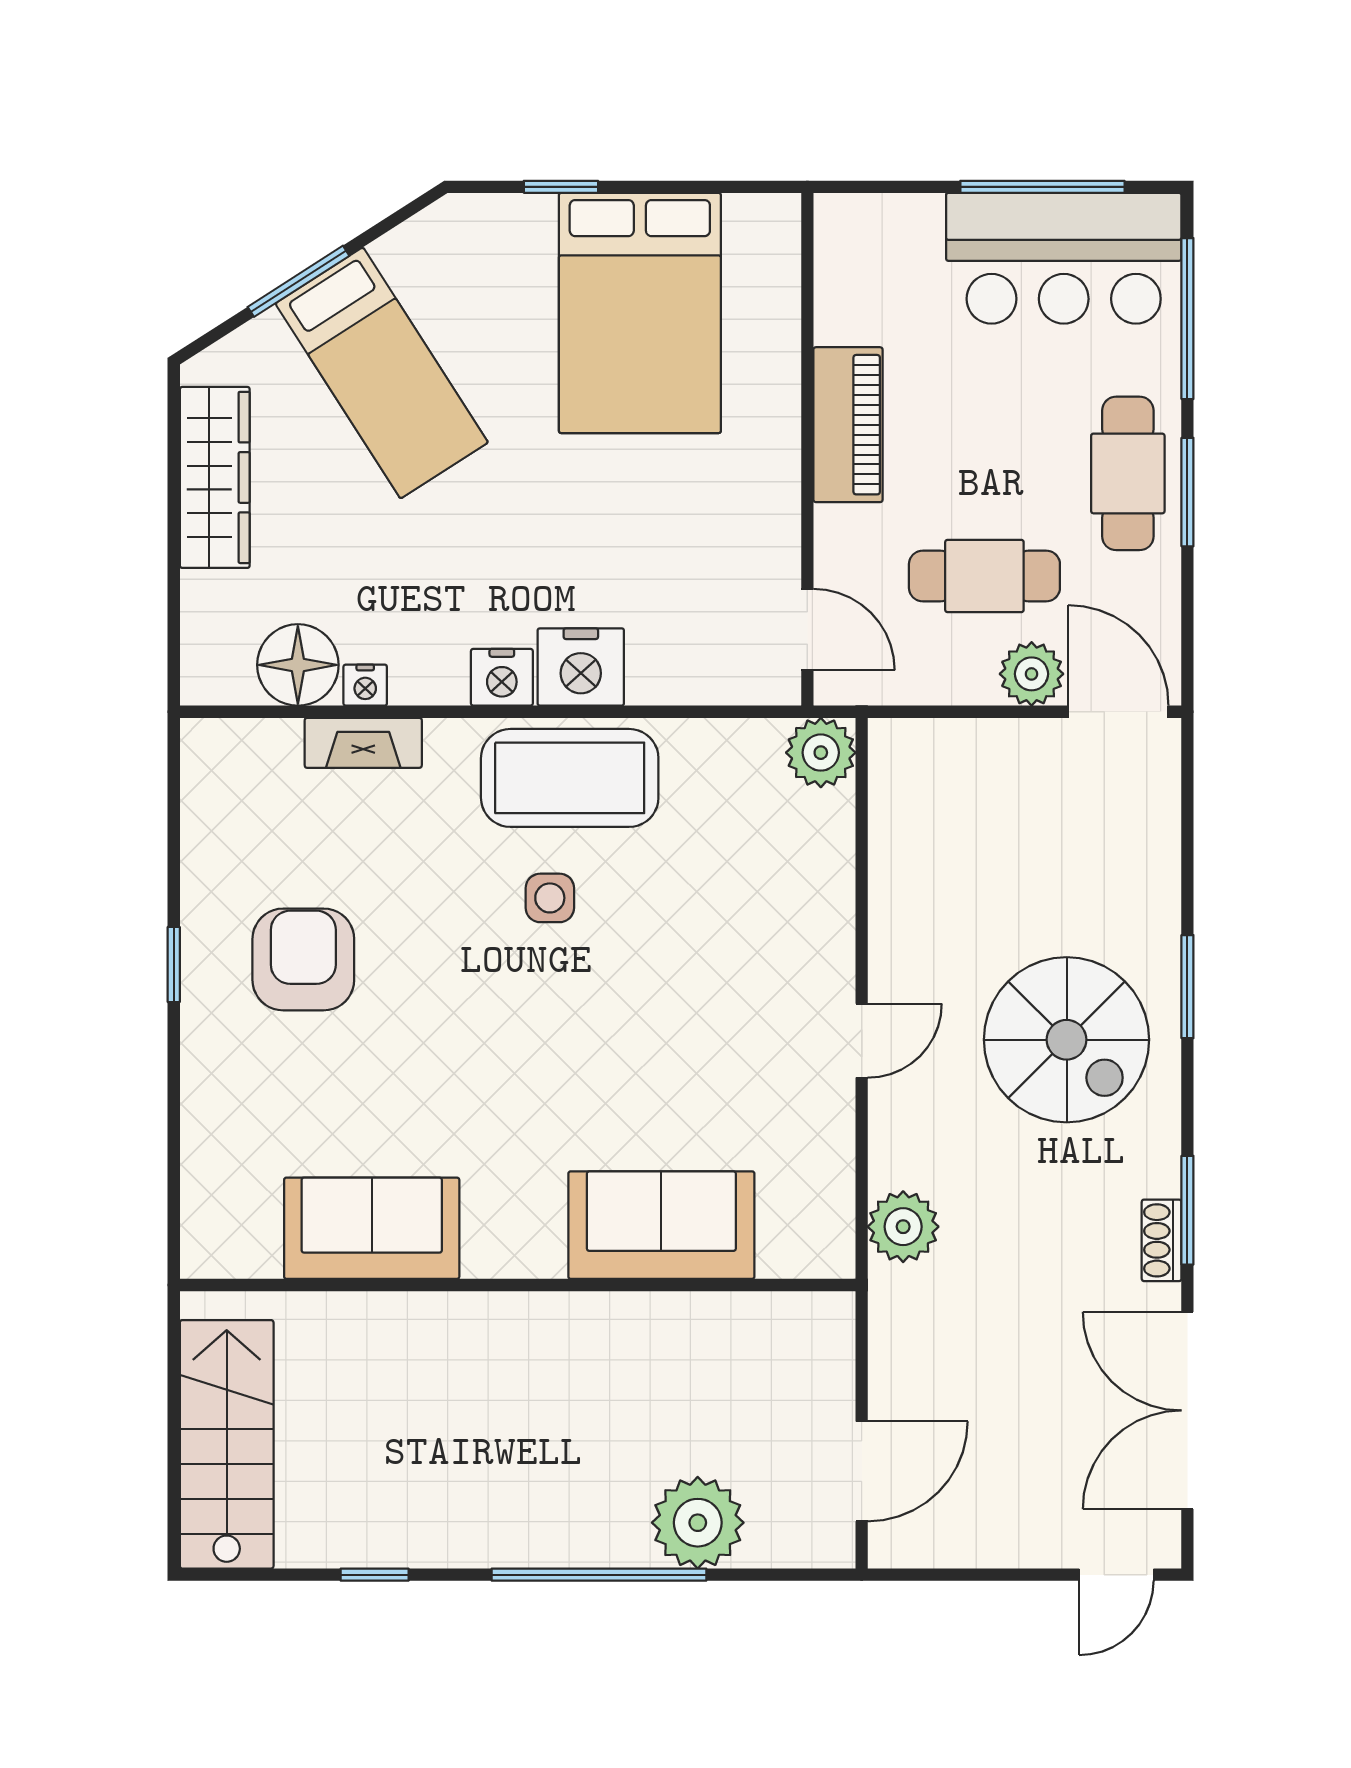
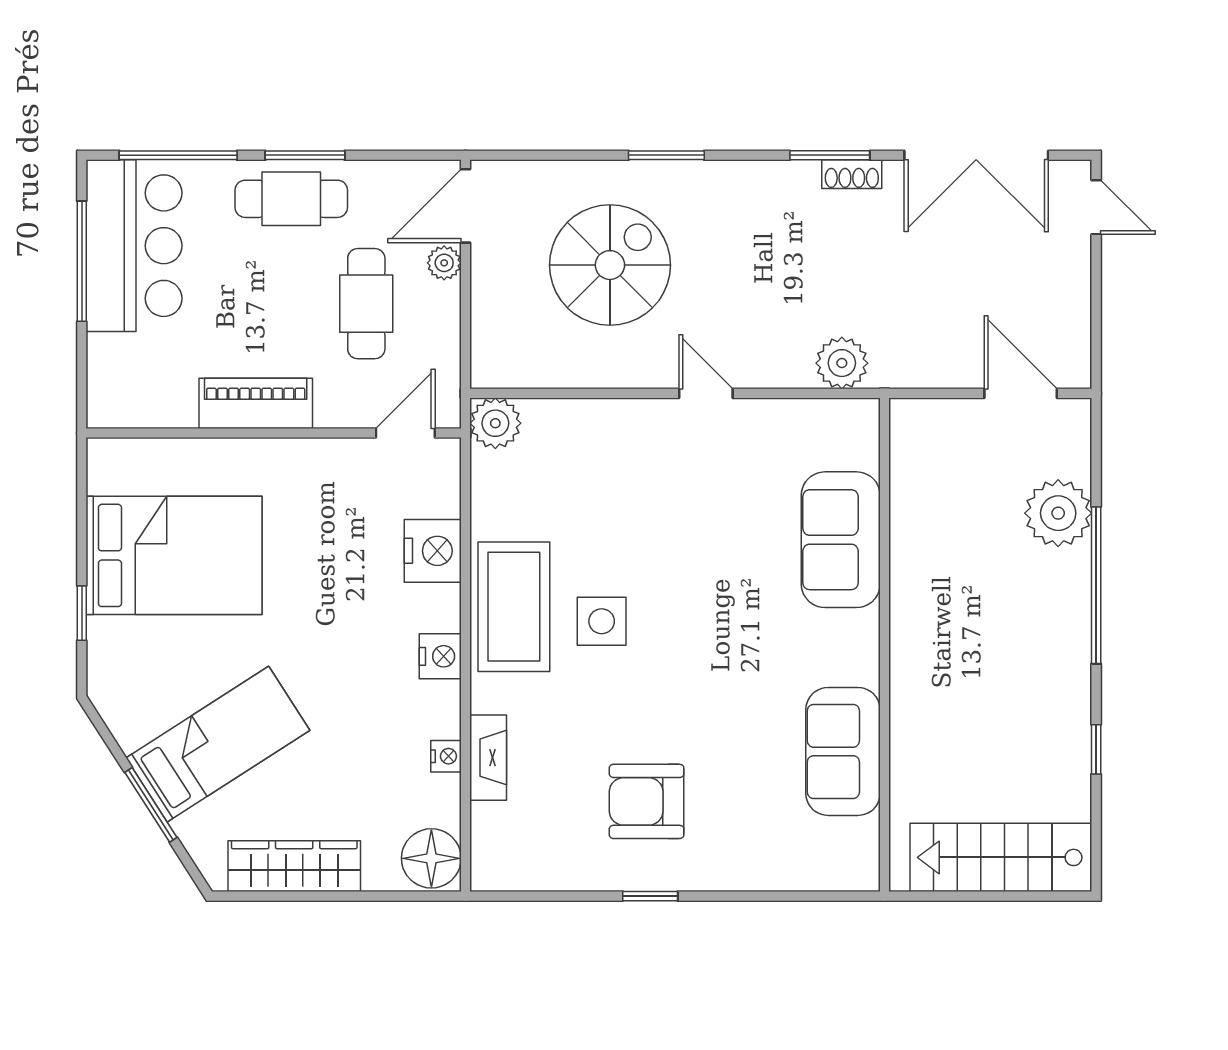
floor lamp: (298, 665) -> (431, 858), moved
nightstand: (581, 667) -> (433, 551), moved
plant: (1032, 674) -> (444, 263), width x0.73, depth x0.73
side table: (550, 898) -> (602, 621), width x1.37, depth x1.37
spiral stairs: (1067, 1040) -> (610, 265), moved

